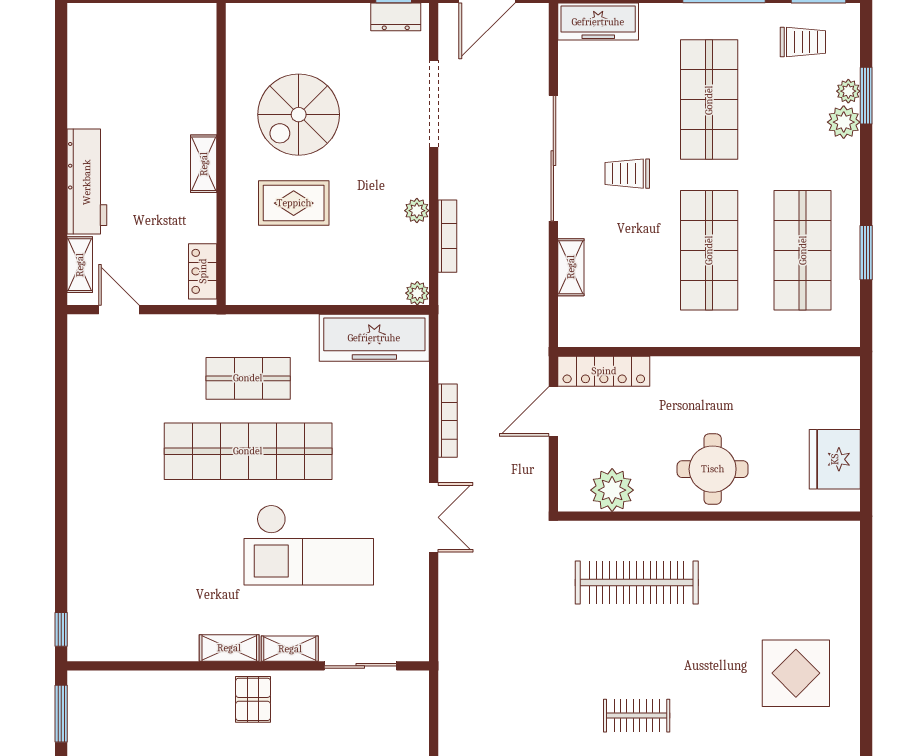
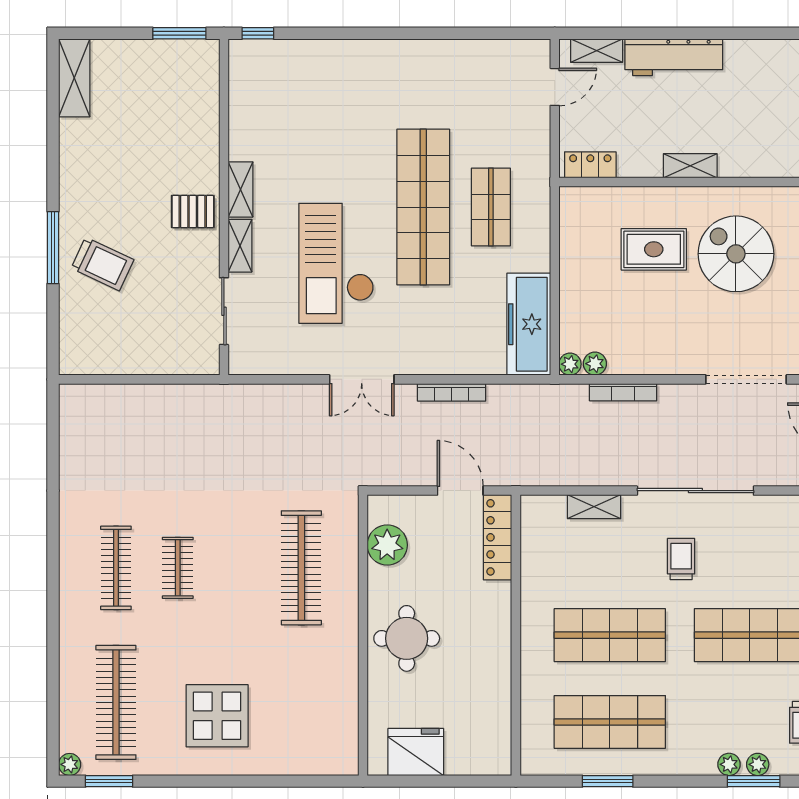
plant: (844, 122) -> (729, 764), width x0.73, depth x0.73
rug: (294, 203) -> (654, 249), turned 90
plant: (417, 211) -> (595, 364), moved

